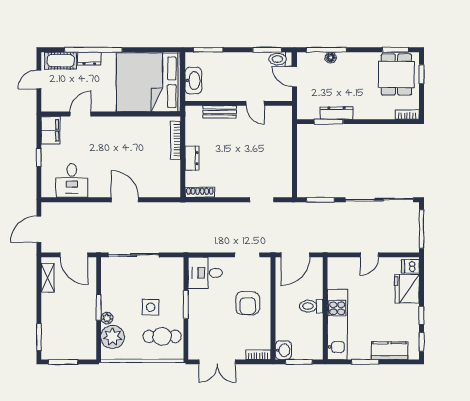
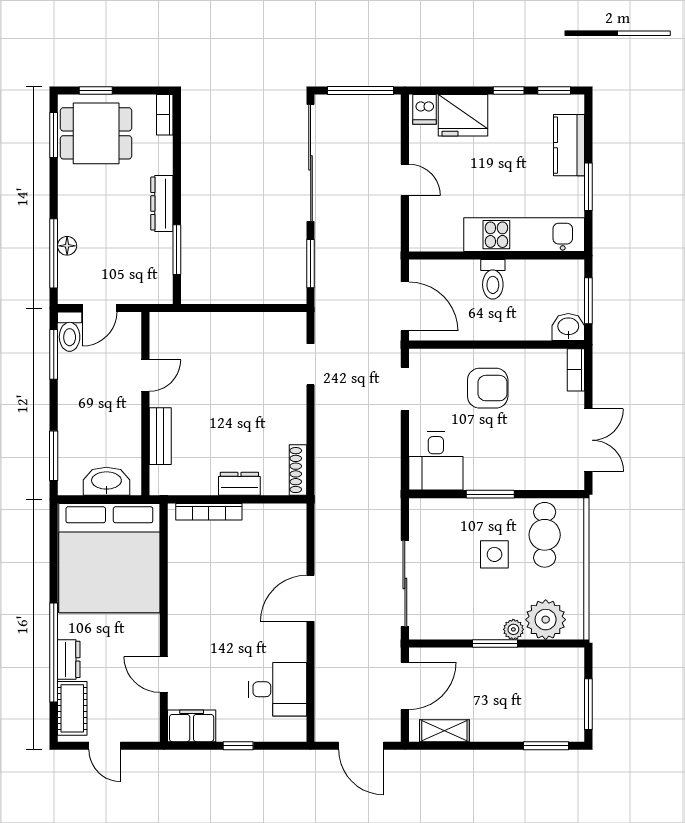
dresser: (337, 113) -> (162, 204), moved

